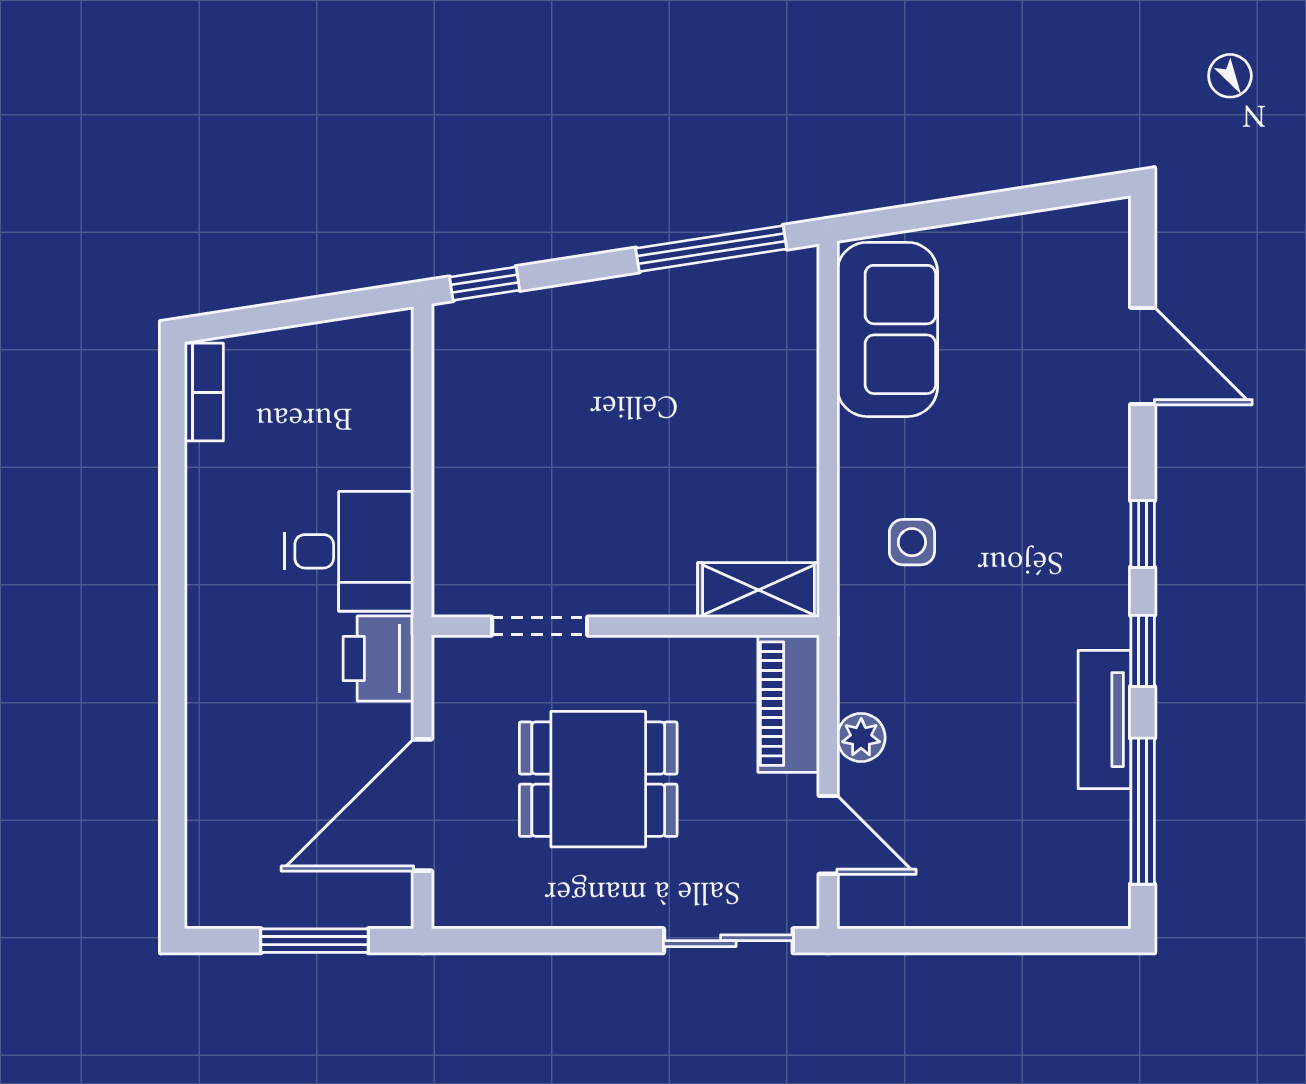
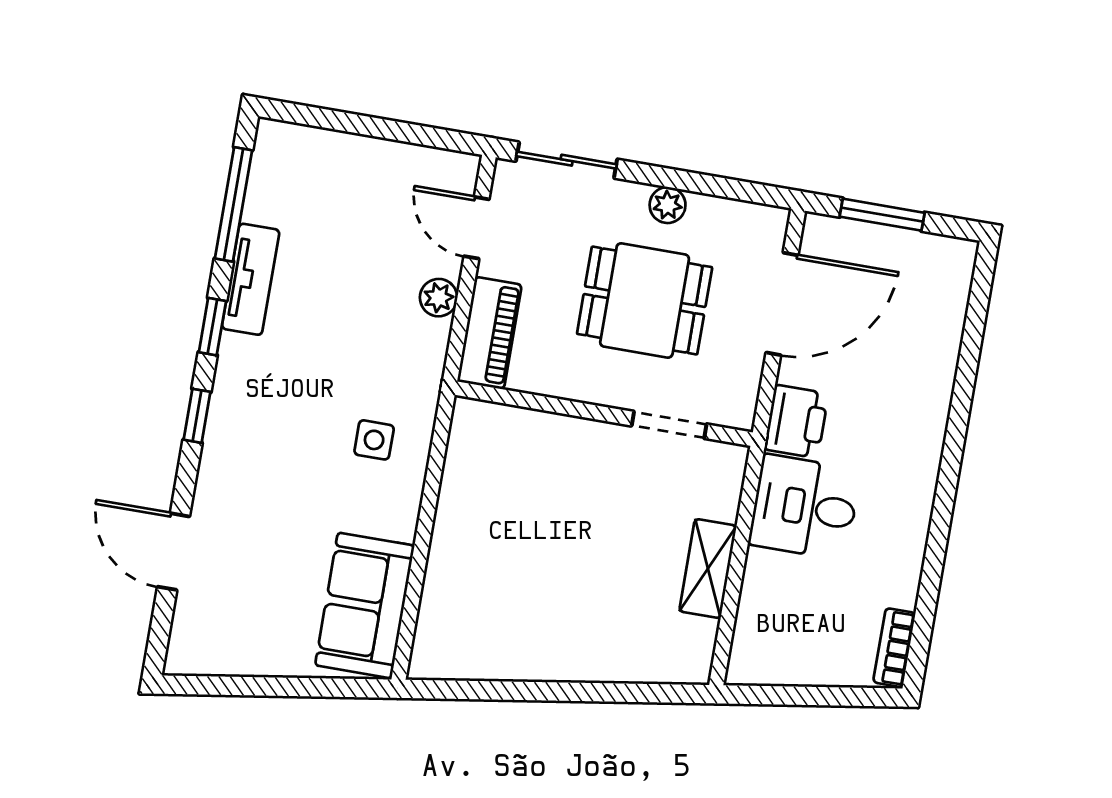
window: (711, 249) -> (488, 690), removed
window: (485, 284) -> (666, 693), removed
shelving: (758, 590) -> (708, 569), moved, turned 90
plant: (590, 906) -> (668, 205), added

